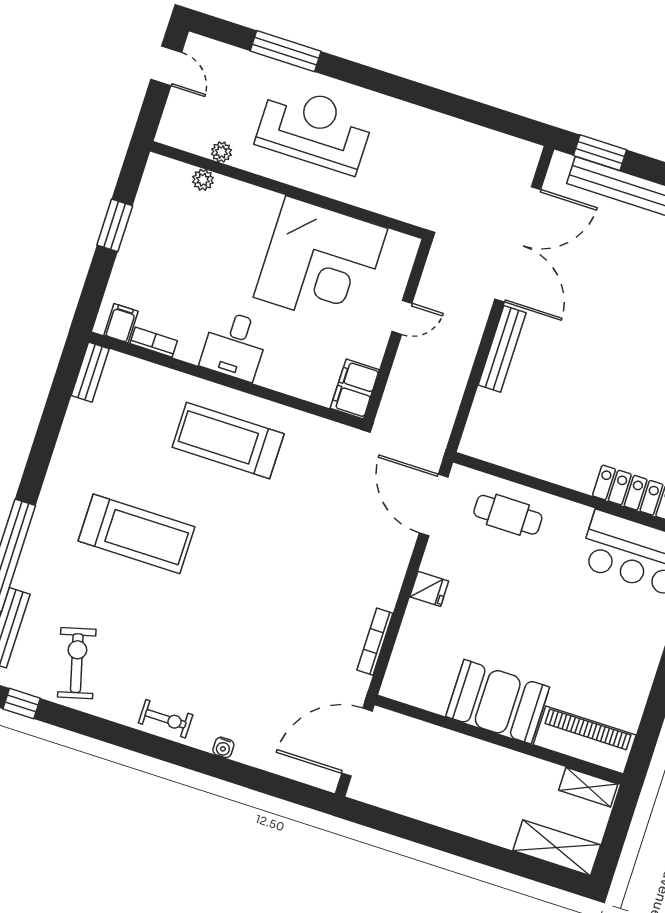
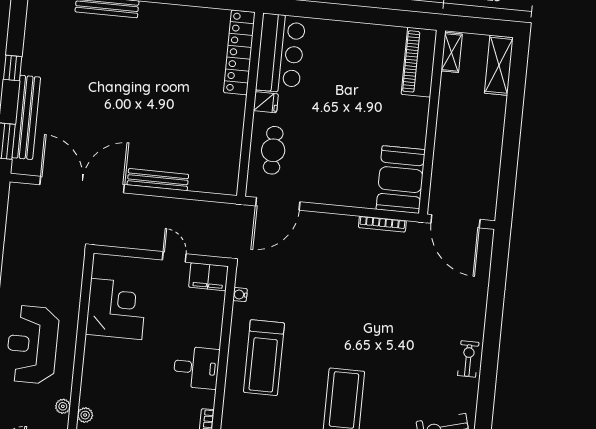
corner desk: (320, 263) -> (116, 309), width x0.74, depth x0.74
door: (402, 317) -> (174, 257), moved
fridge: (429, 589) -> (266, 102), moved, turned 90
booth: (498, 702) -> (401, 180), moved
water cooler: (223, 747) -> (240, 295), moved, turned 180

